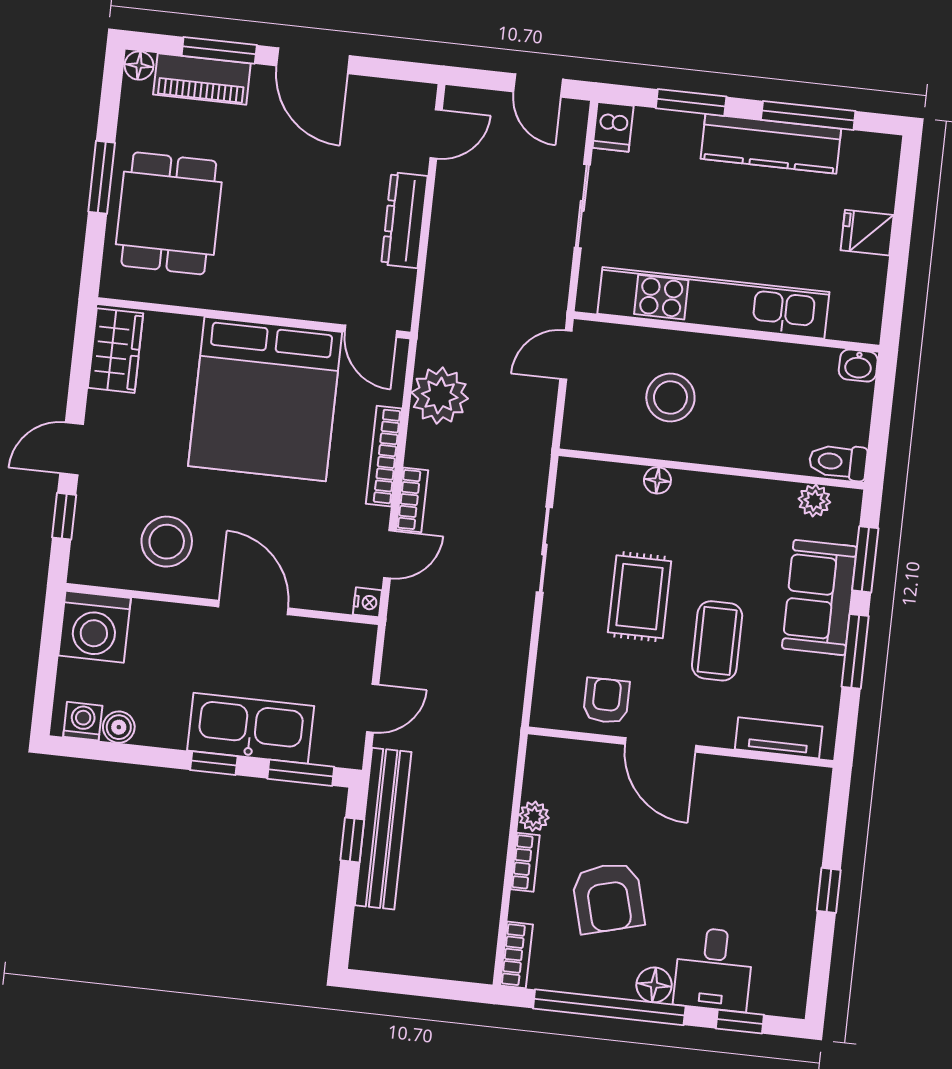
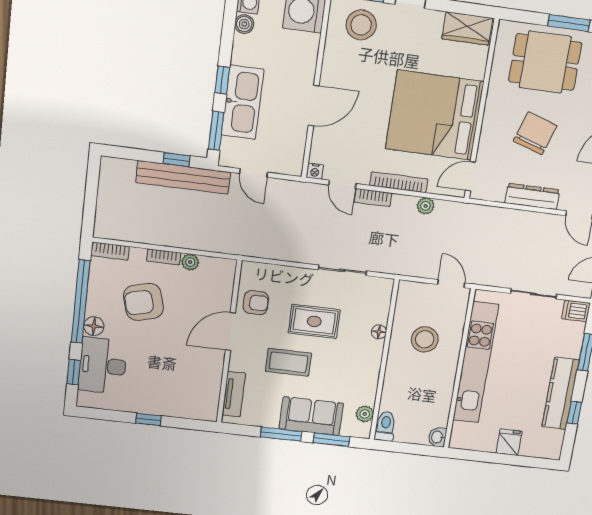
window: (808, 115) -> (574, 413), width x0.46
chair: (293, 222) -> (535, 133), added
plant: (440, 396) -> (426, 206), width x0.53, depth x0.53
stool: (167, 542) -> (361, 25), moved
desk: (714, 969) -> (103, 366), width x1.37

